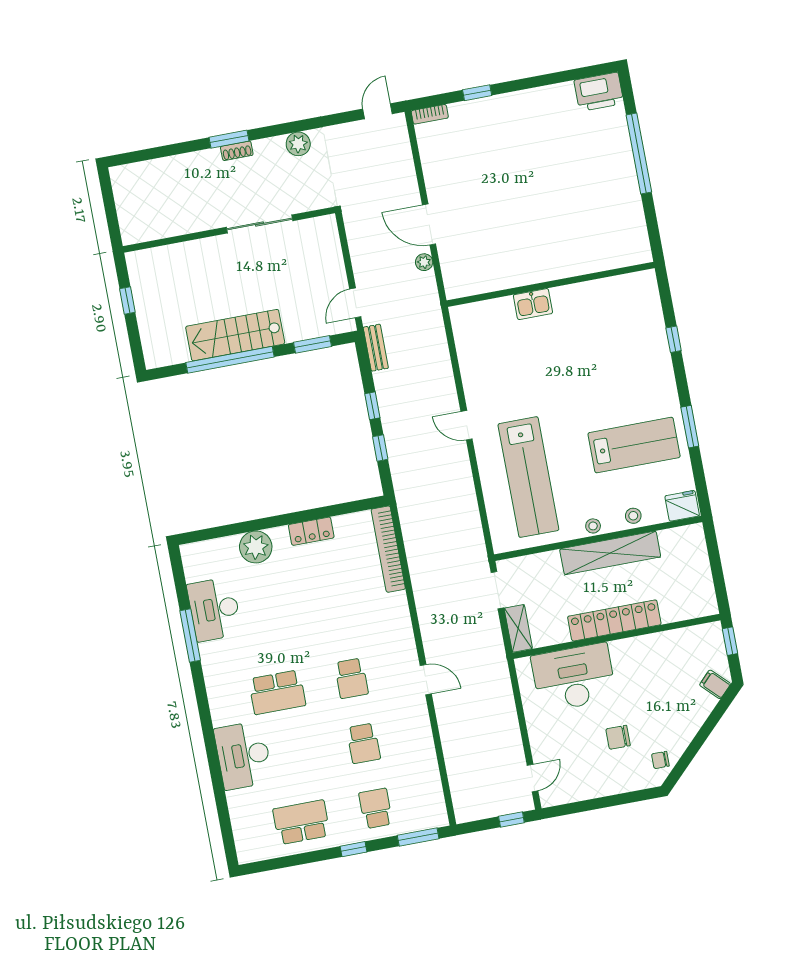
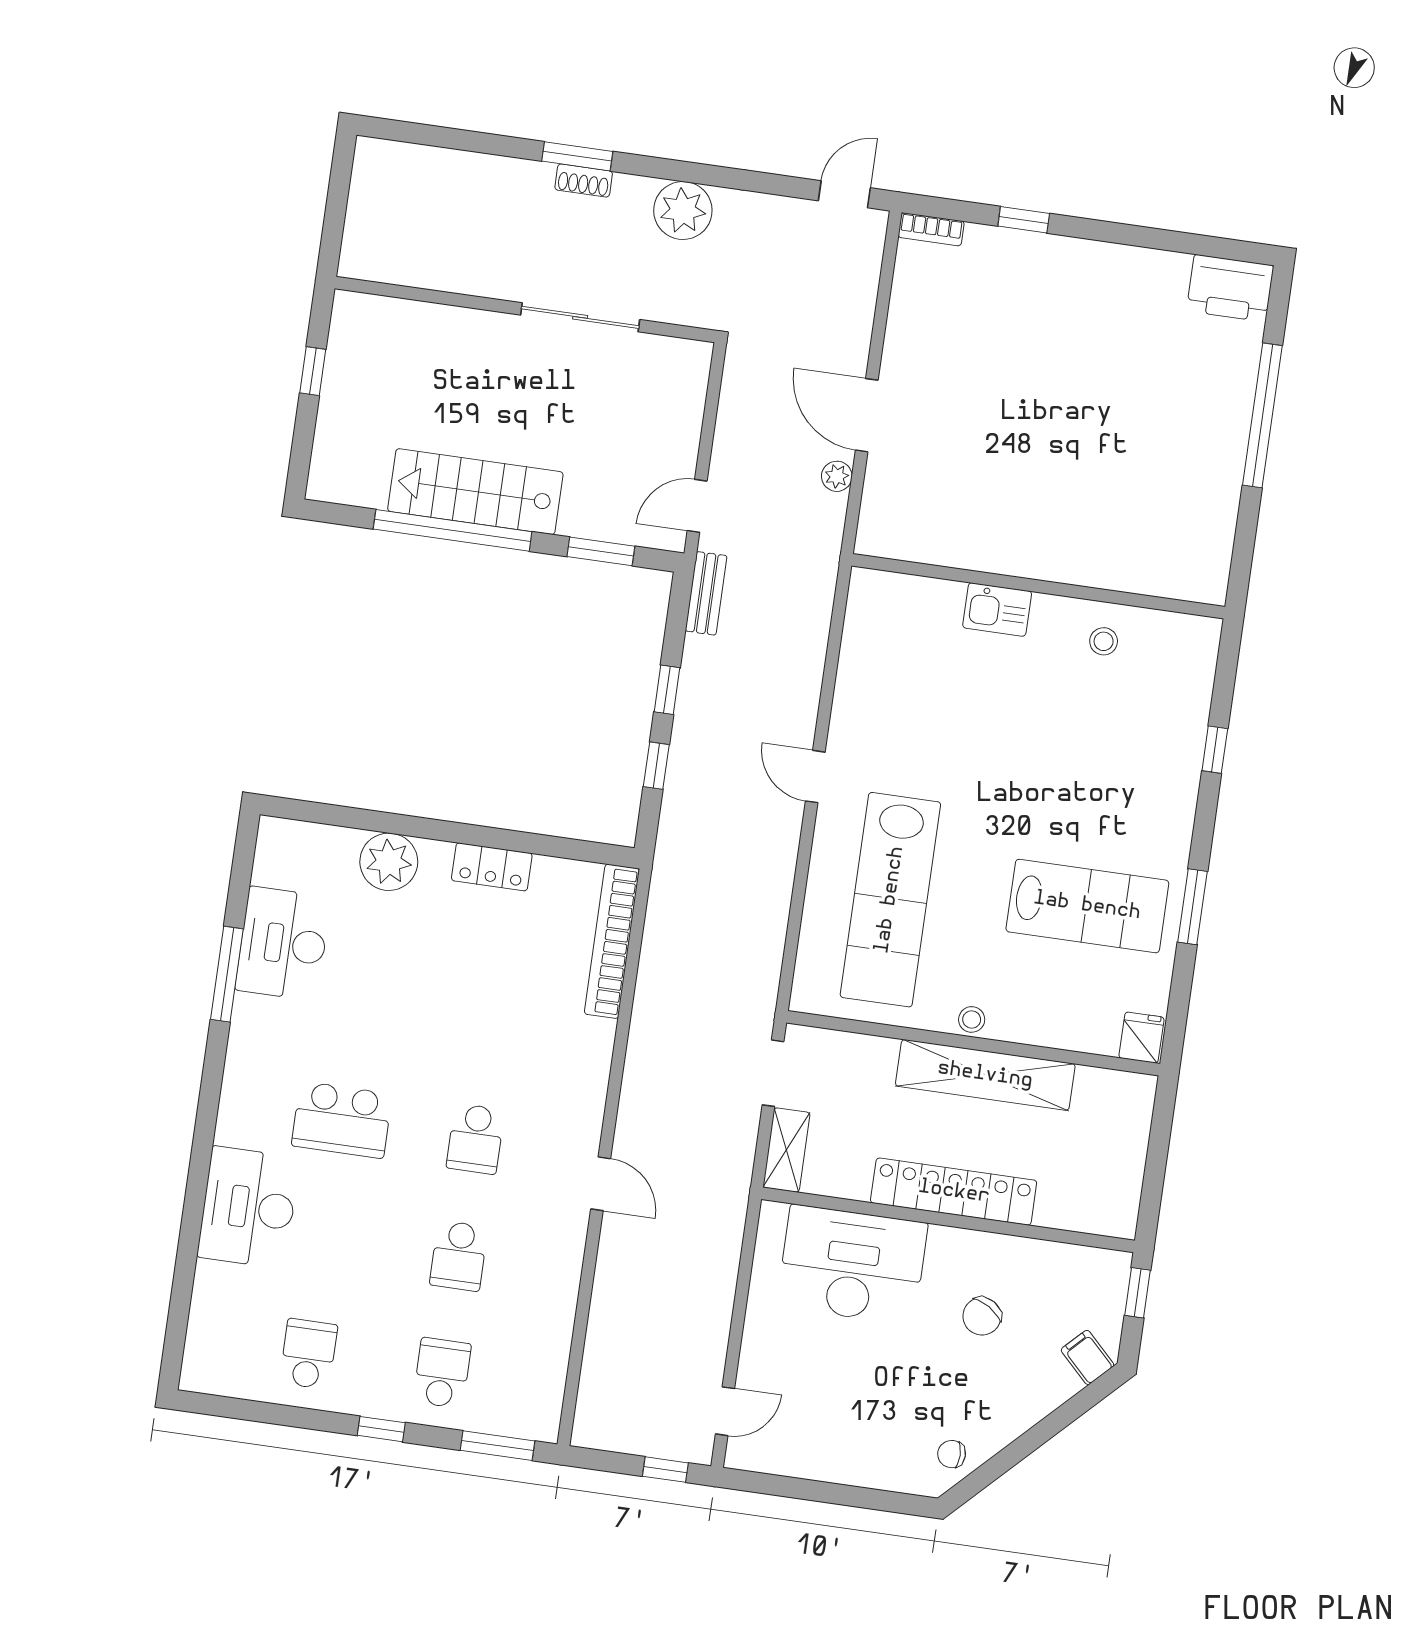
plant: (298, 144) -> (683, 211), width x1.36, depth x1.36
fridge: (682, 506) -> (1141, 1038), width x0.72
stool: (633, 516) -> (1104, 641), moved
chair: (618, 737) -> (982, 1316), moved, turned -58
school desk: (301, 822) -> (308, 1354), width x0.54

